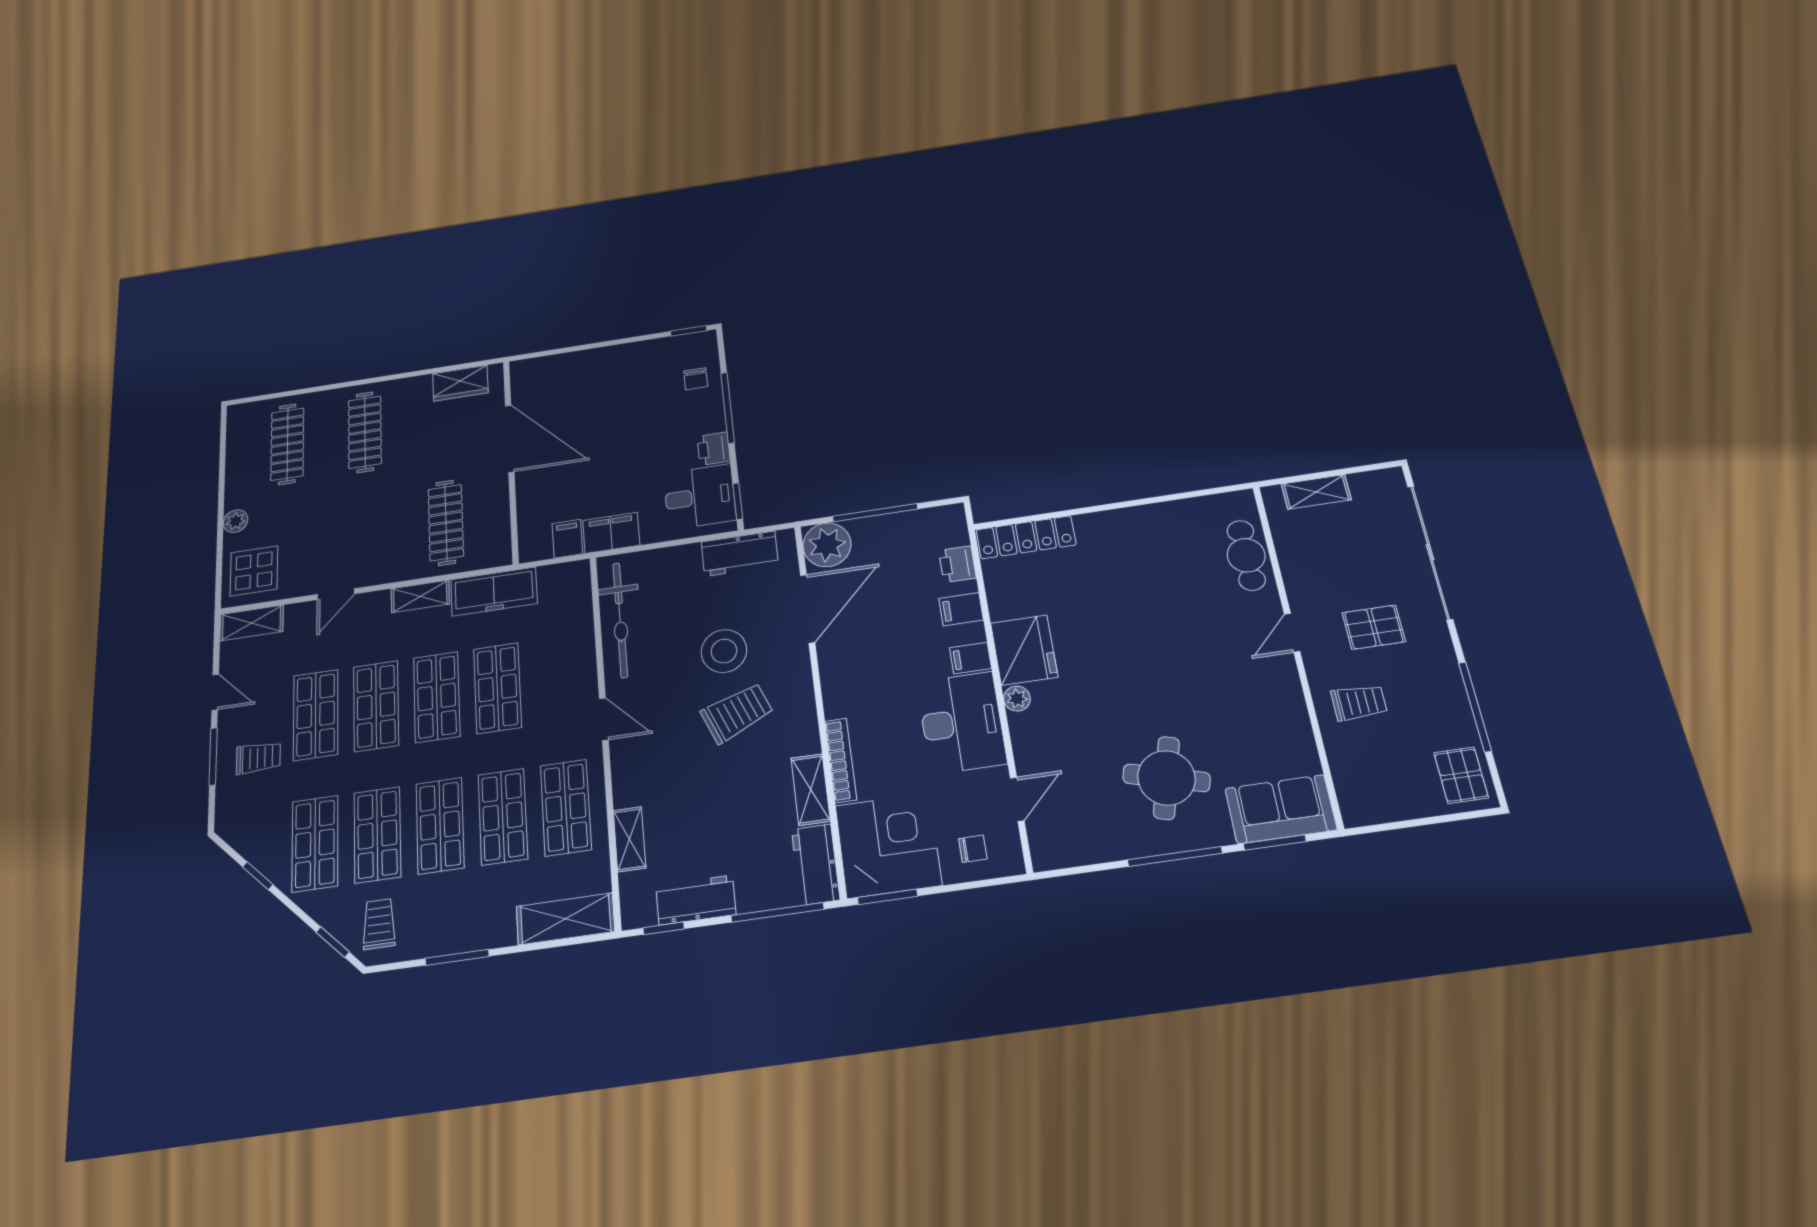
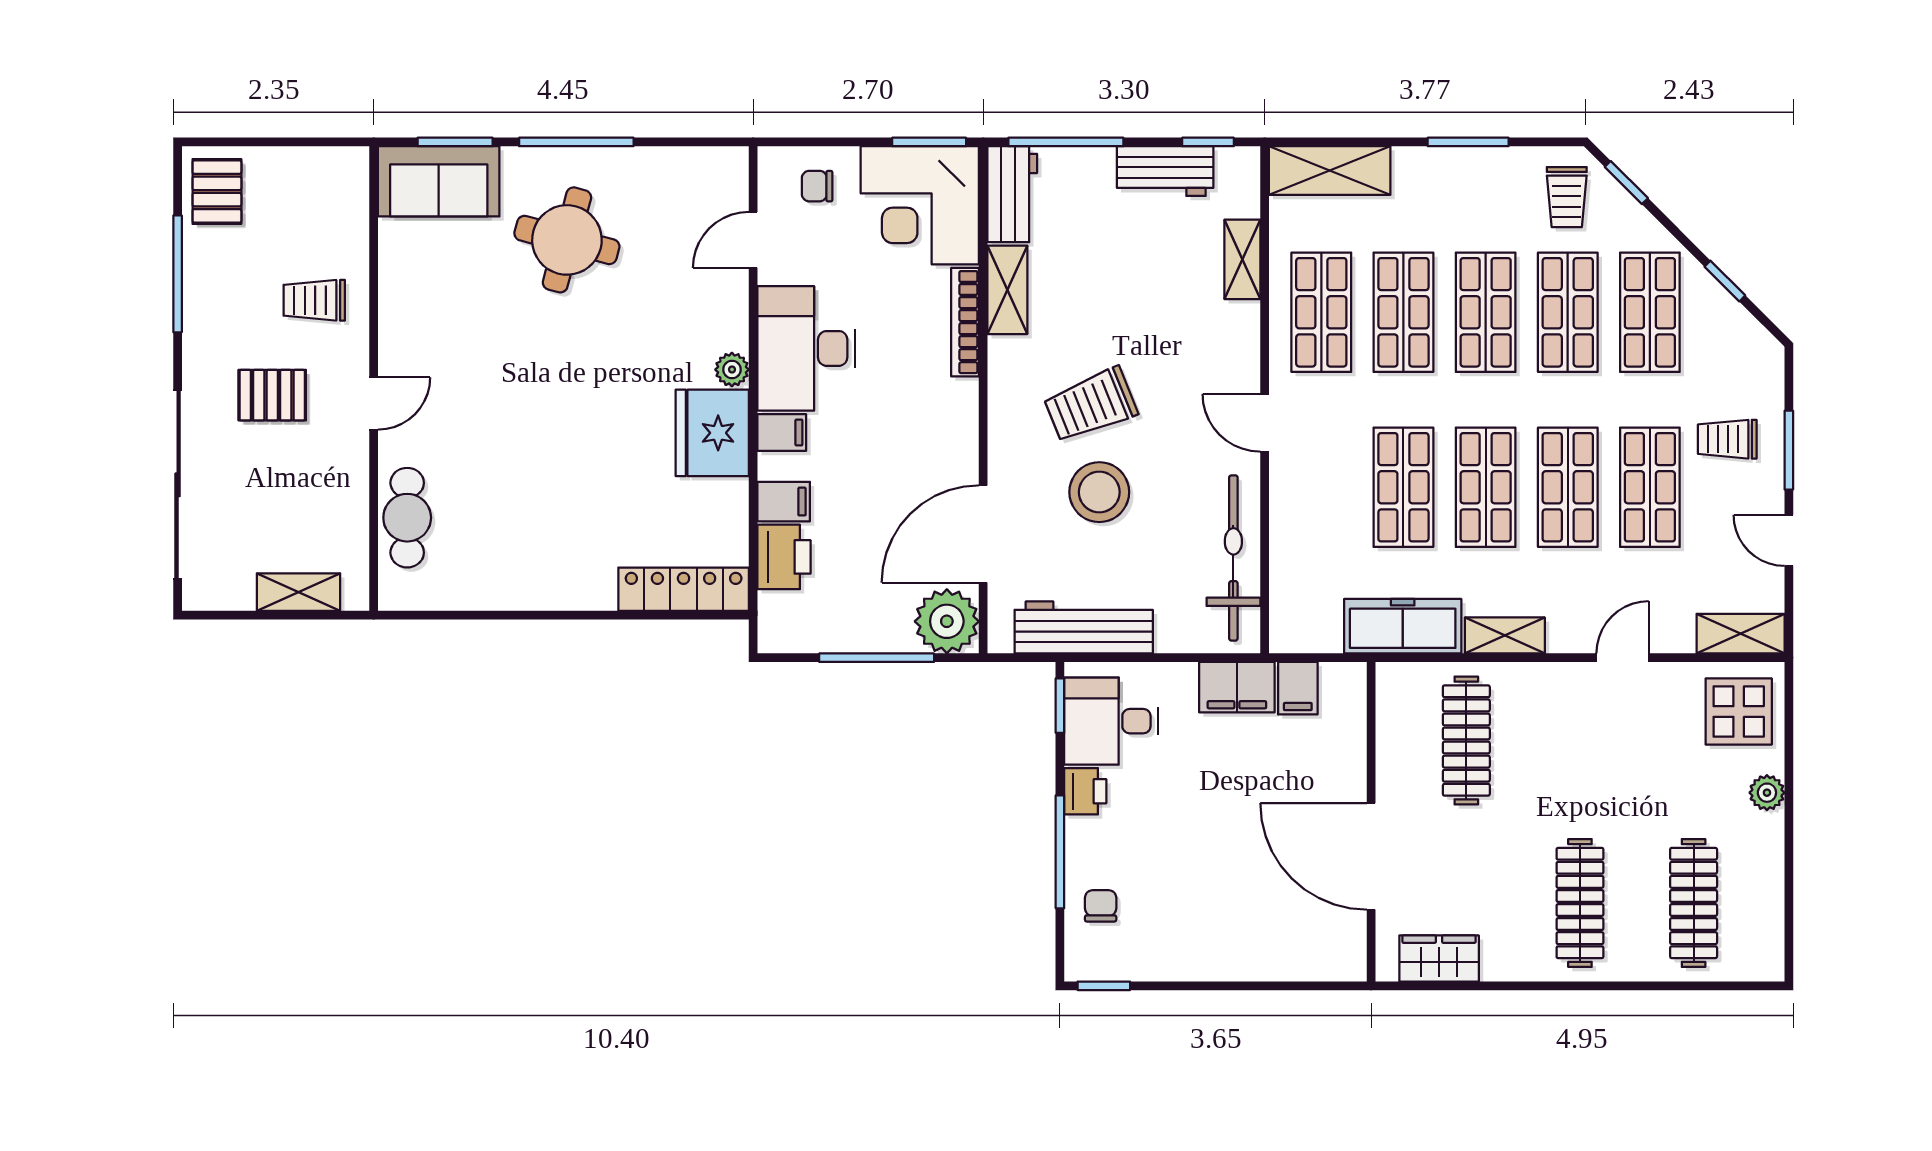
workbench: (740, 554) -> (1084, 627), width x1.38
printer: (957, 564) -> (784, 557), width x1.36, depth x1.24

